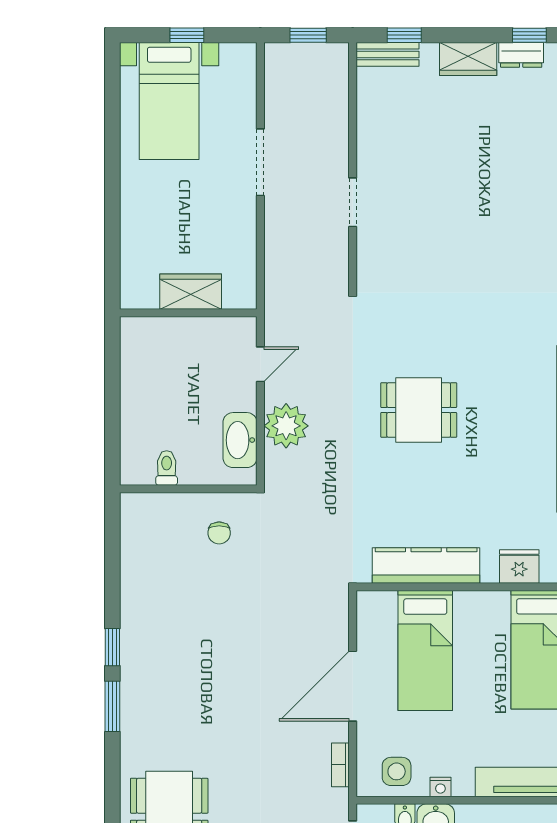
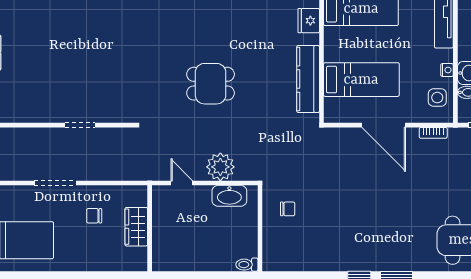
chair: (208, 225) -> (94, 216), added
dining table: (419, 410) -> (211, 84), turned 90
toilet: (167, 468) -> (247, 265), moved

